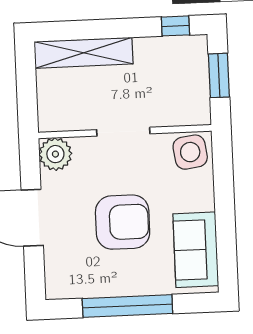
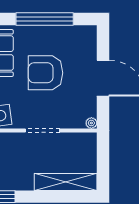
plant: (55, 154) -> (91, 123), width x0.53, depth x0.53

